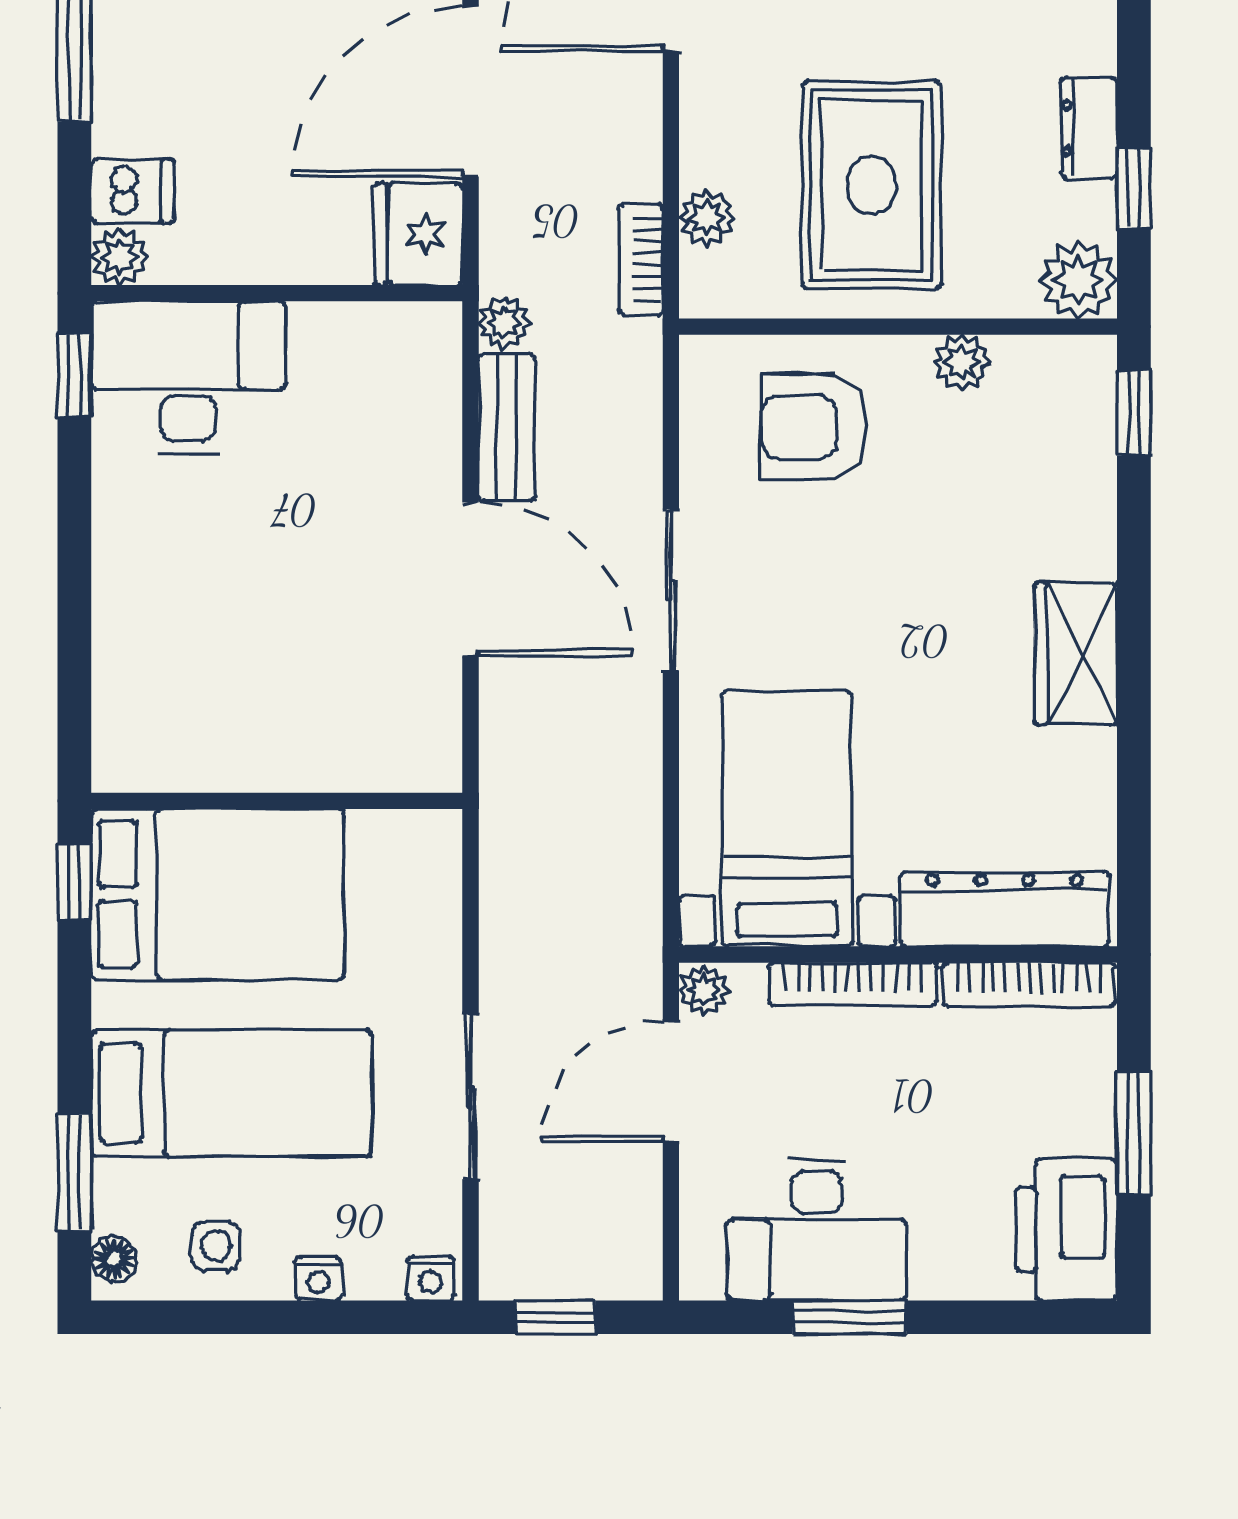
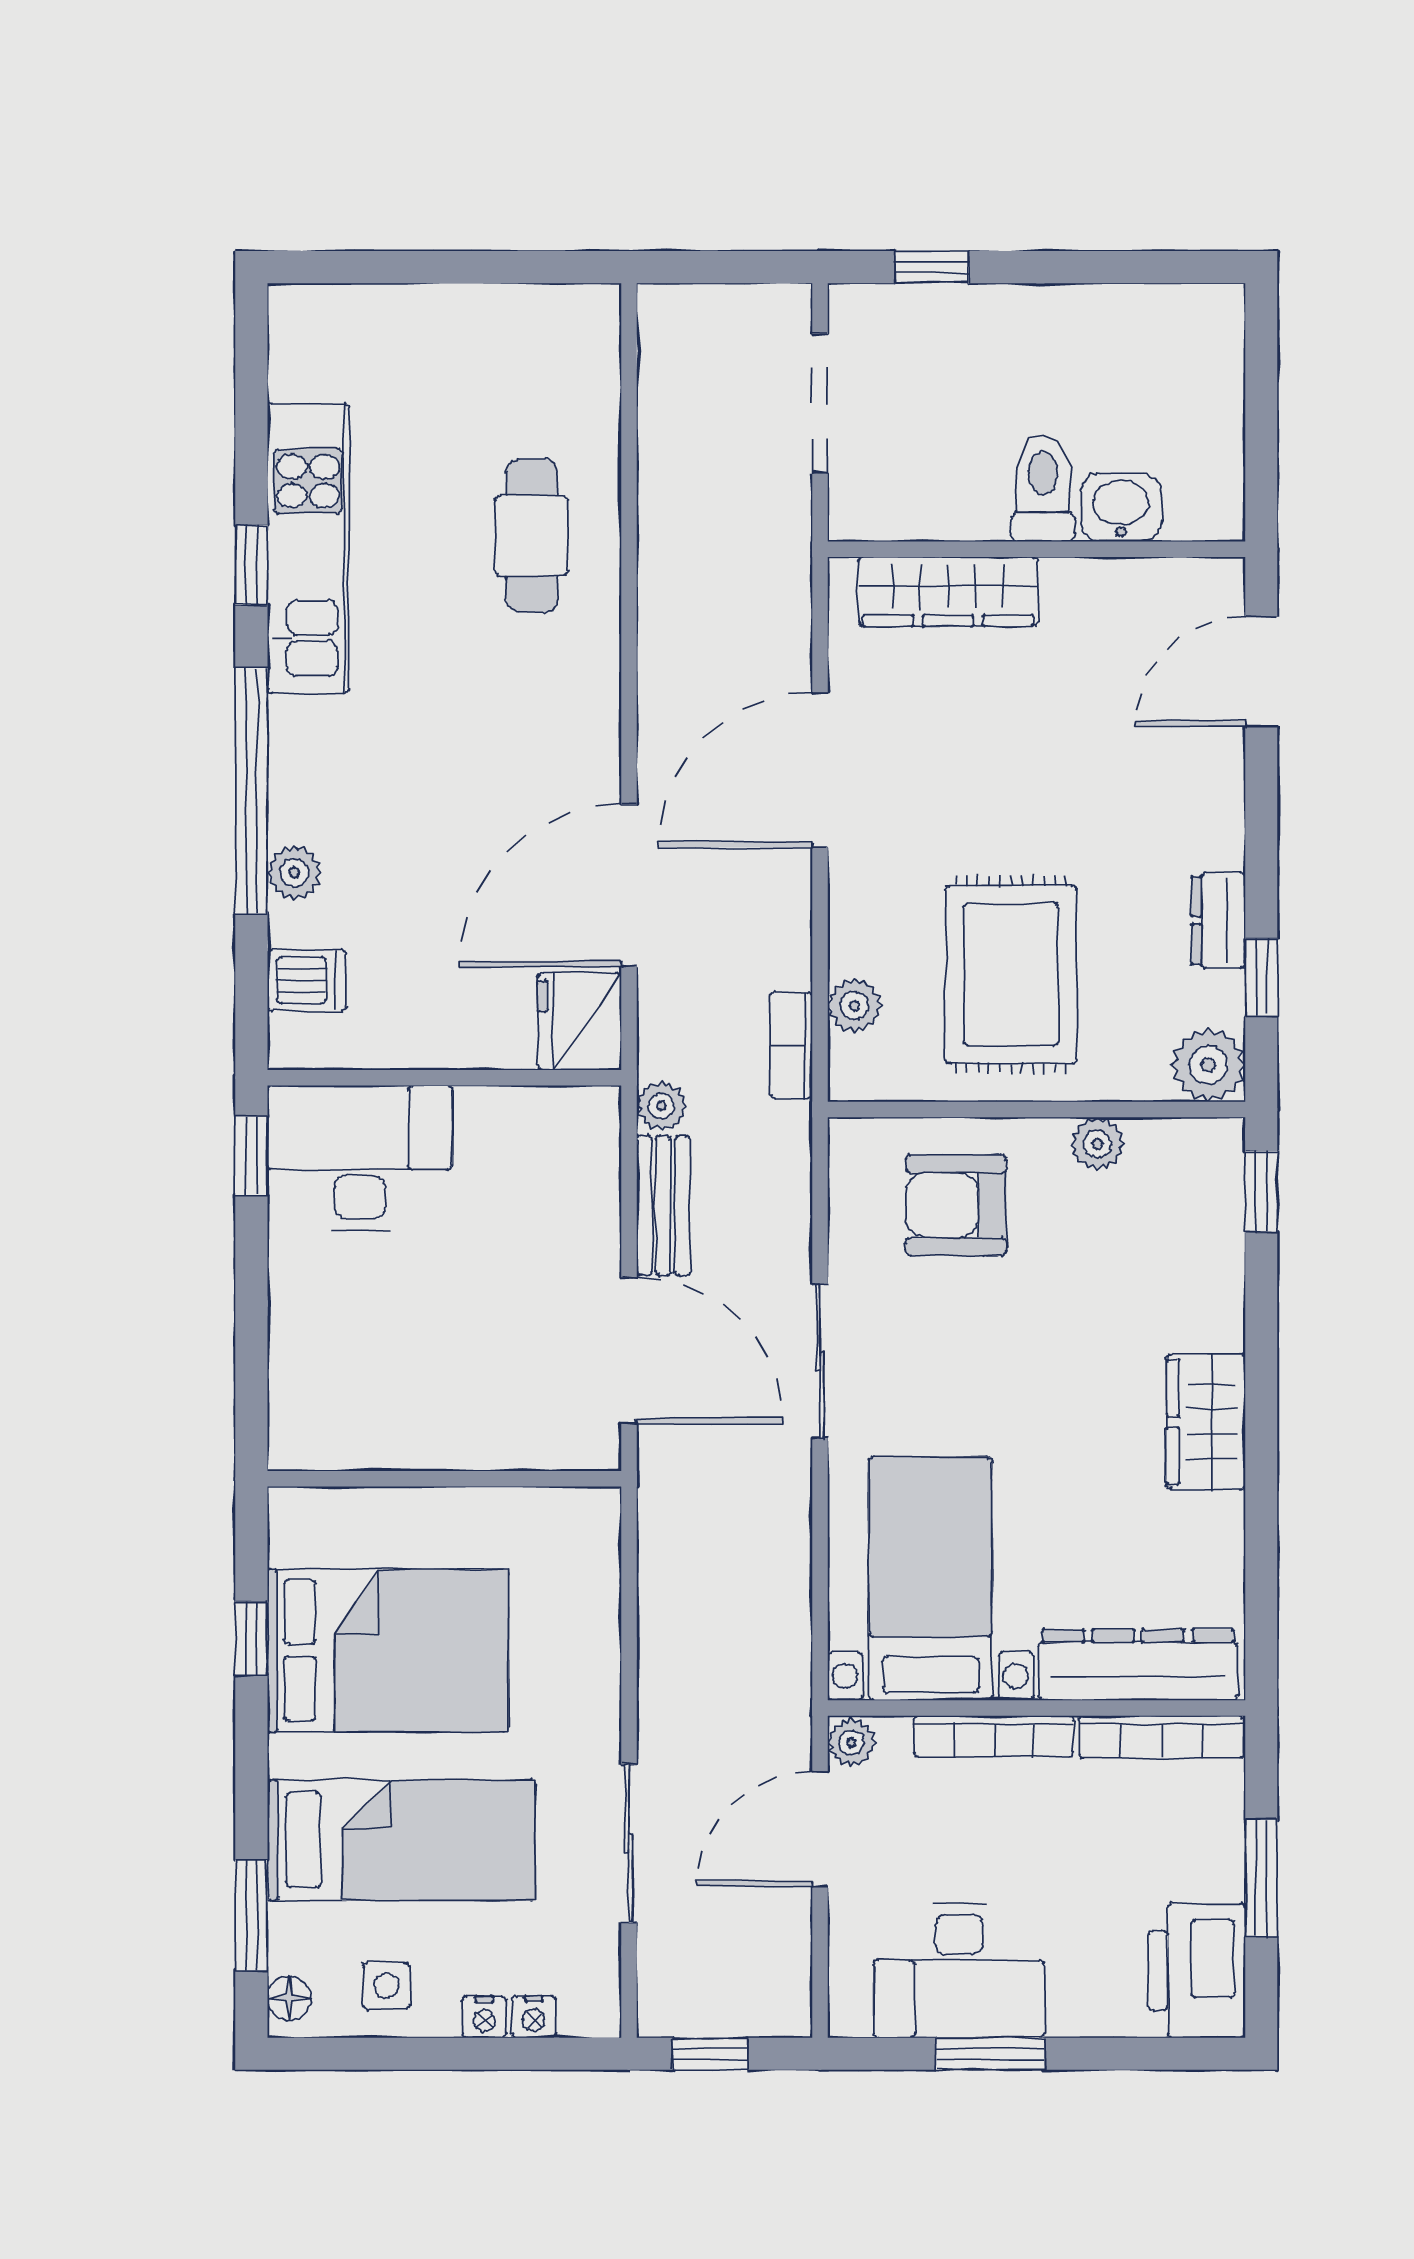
plant: (119, 257) -> (294, 873), moved
wall: (277, 801) -> (444, 1479), moved
nightstand: (431, 1278) -> (534, 2017), moved

